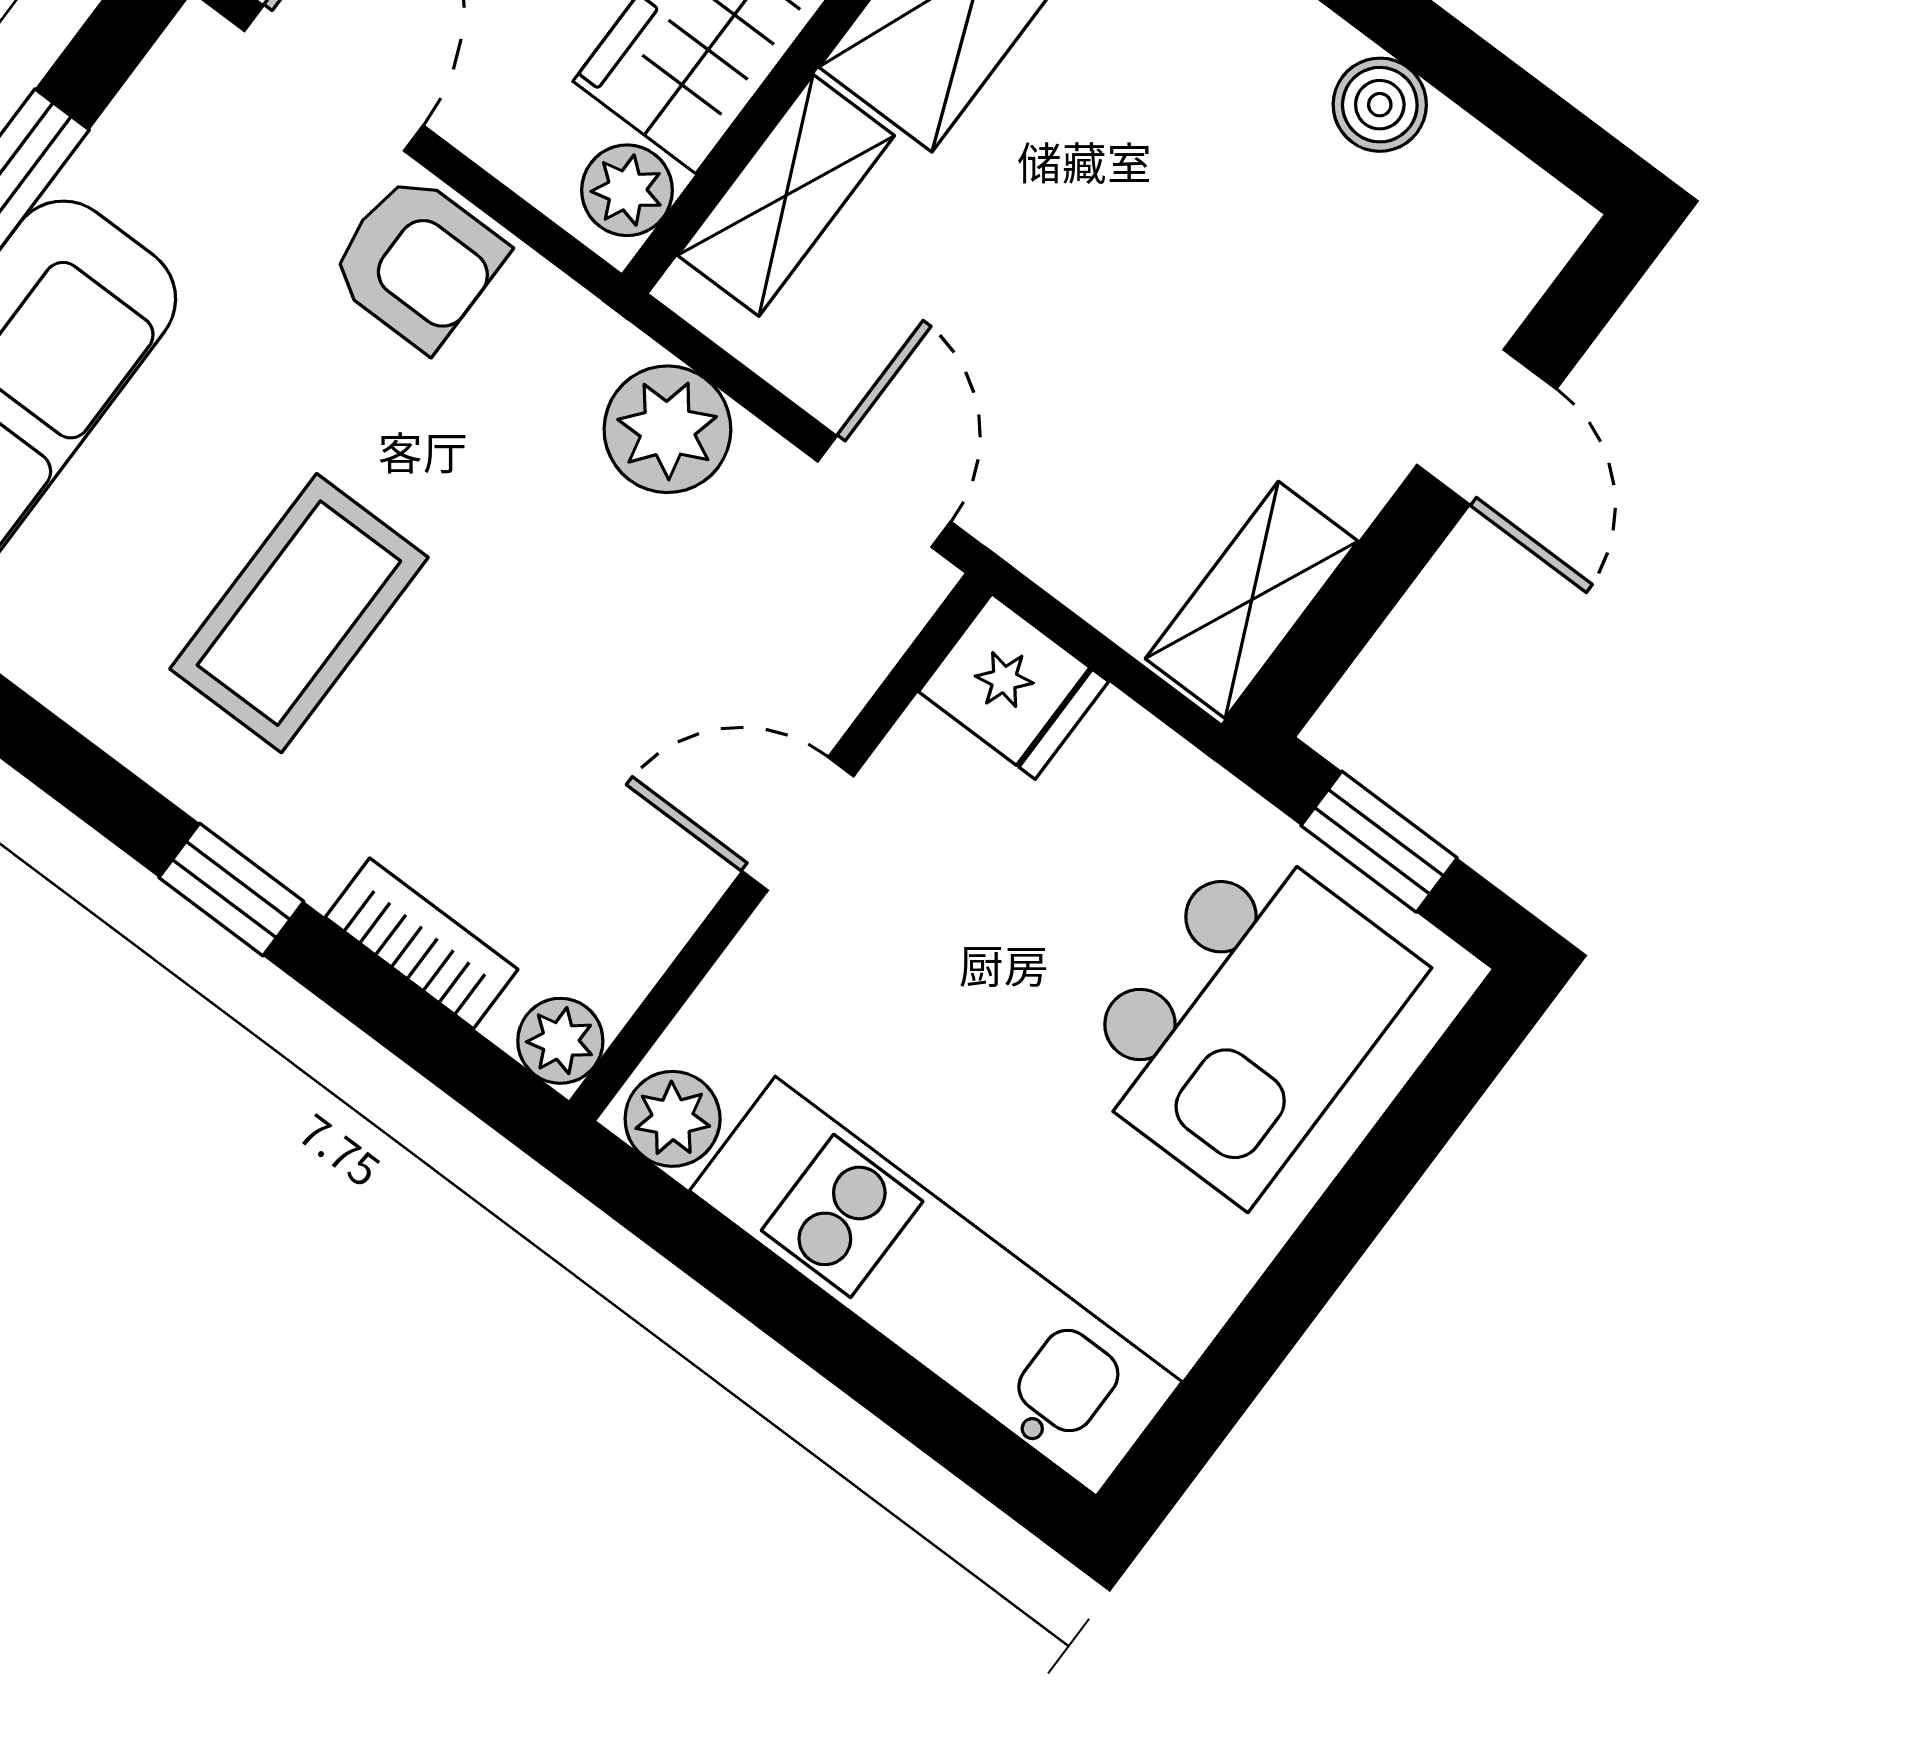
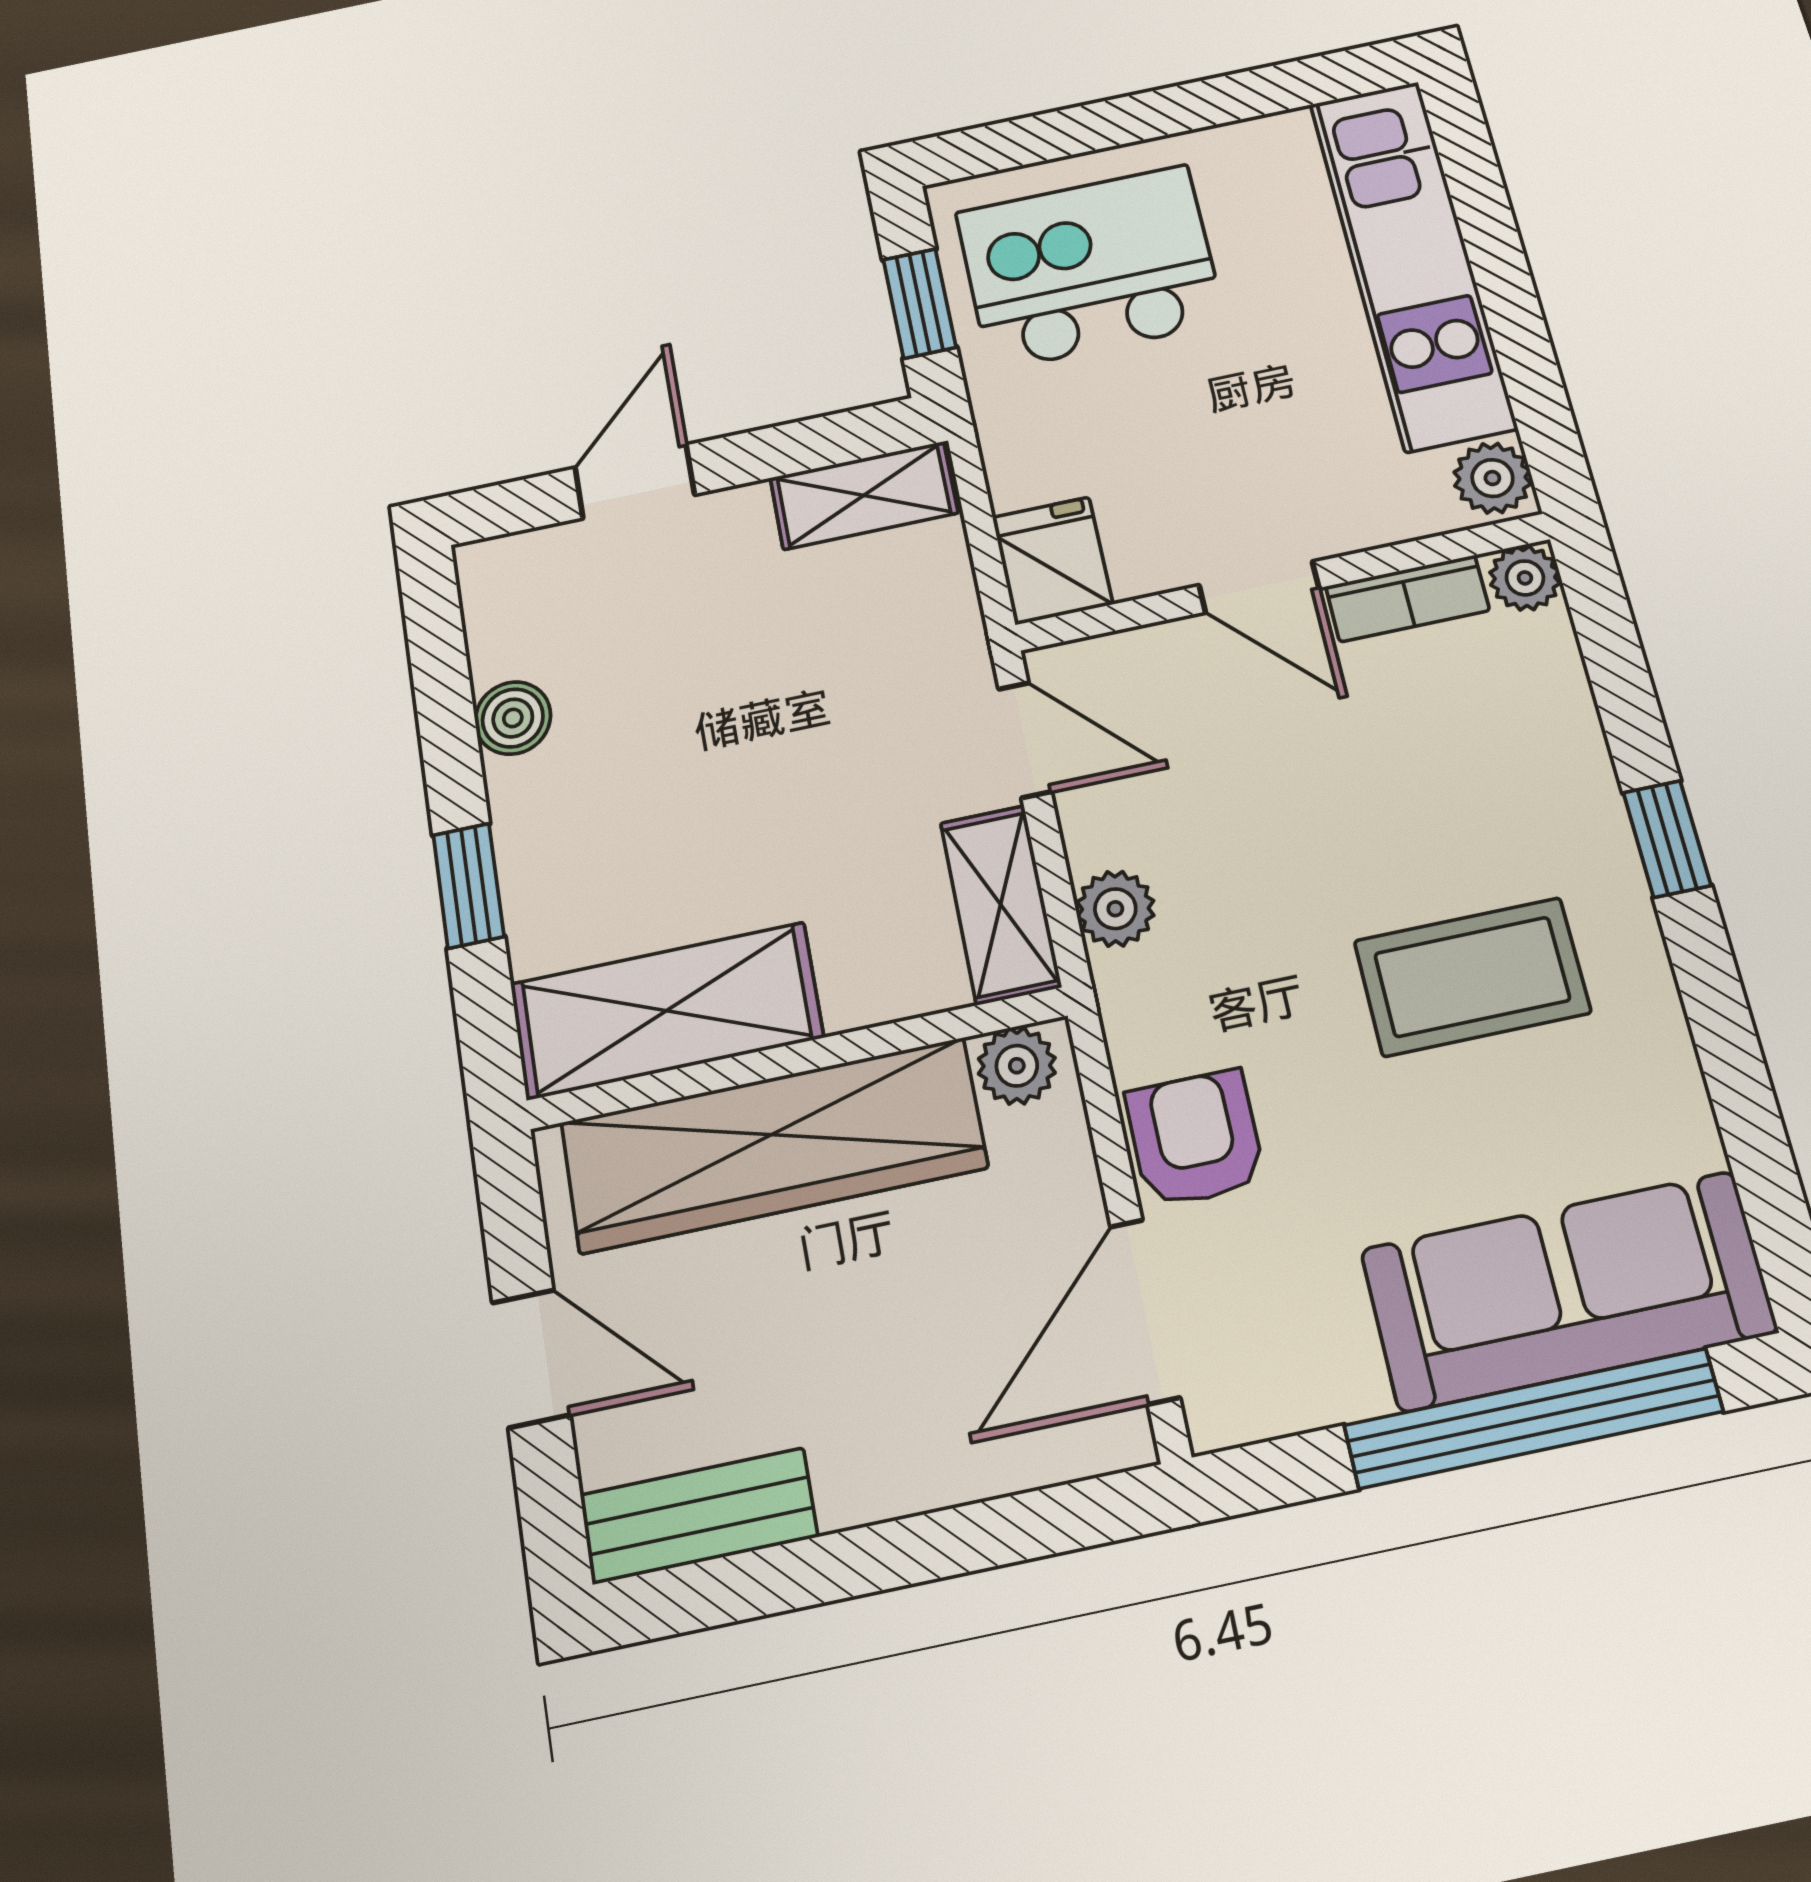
shelving: (786, 195) -> (1001, 904), moved, turned 90
plant: (667, 429) -> (1115, 909), width x0.73, depth x0.73
door: (884, 491) -> (1025, 740), swing flipped
bookcase: (422, 943) -> (1407, 598), moved, turned -90

